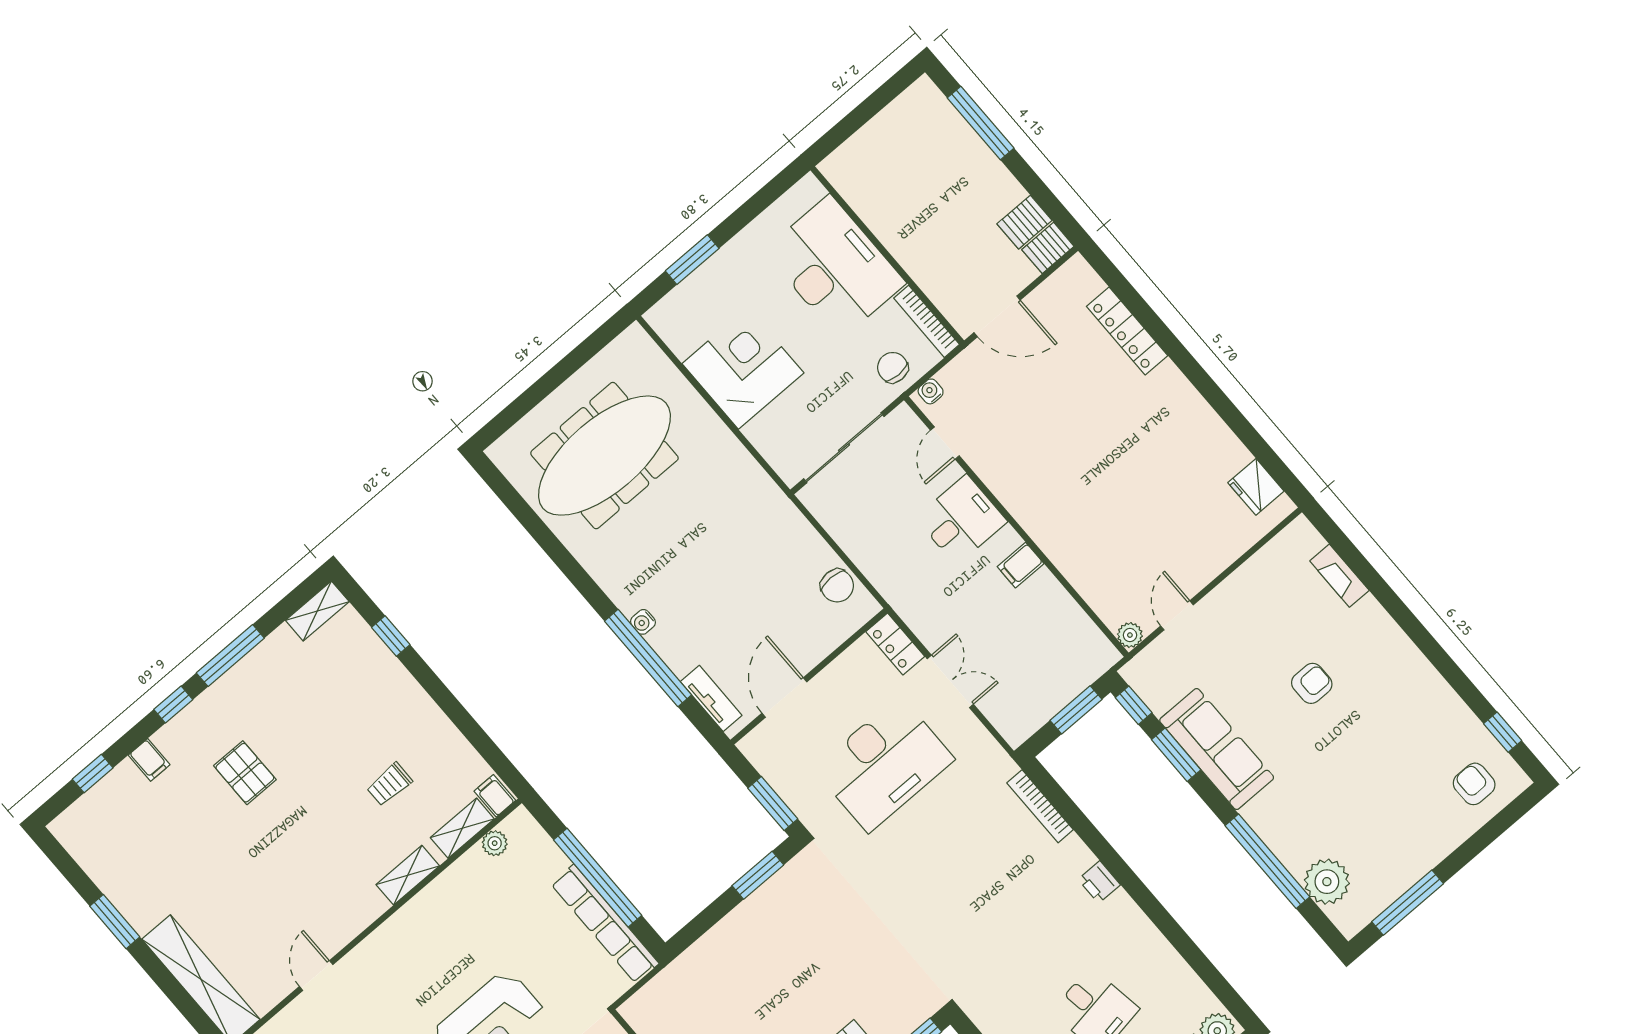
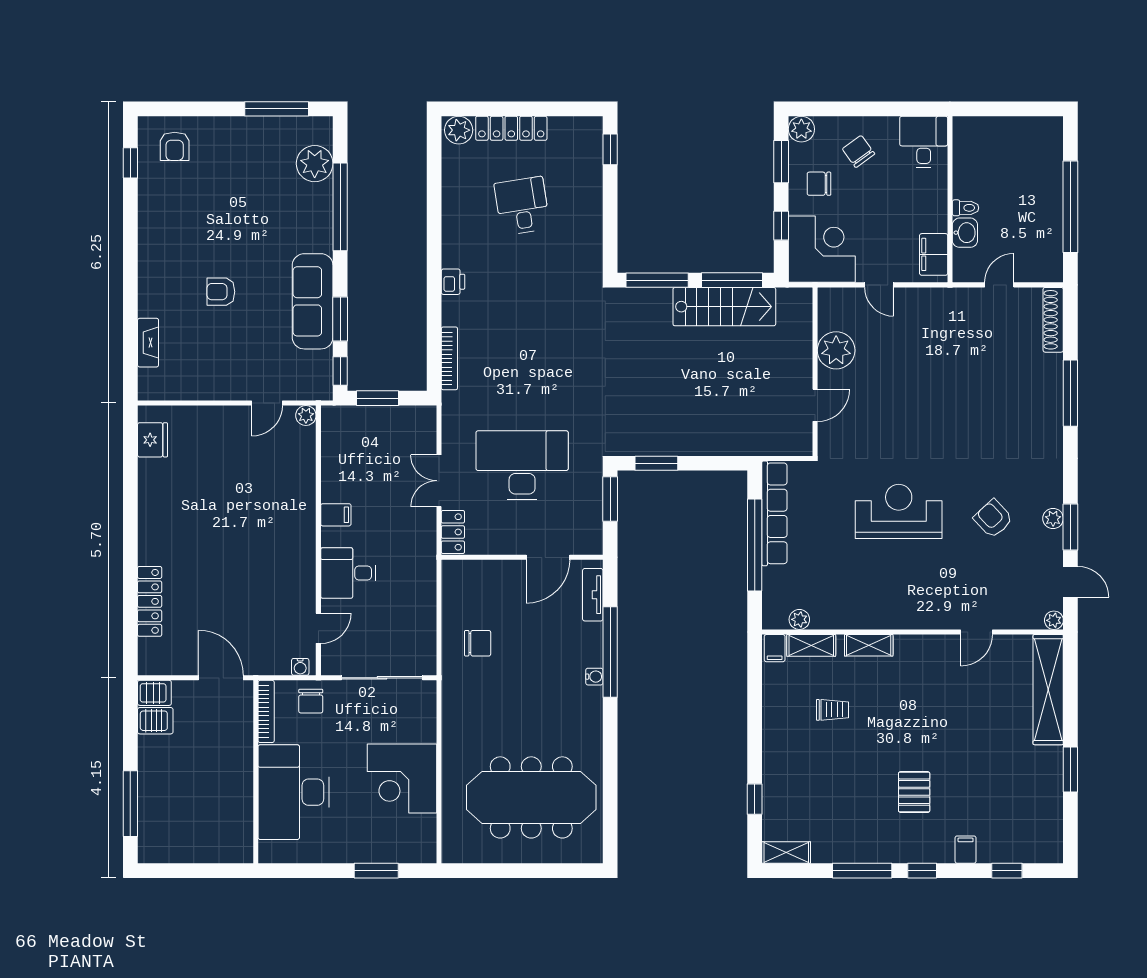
chair: (837, 586) -> (478, 643), moved, turned 90

